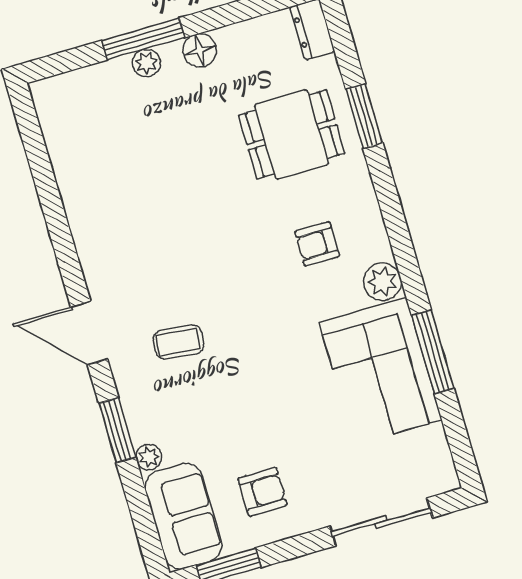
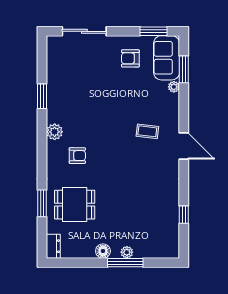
window: (45, 182) -> (184, 215), added
window: (433, 352) -> (42, 96), width x0.69
corner sofa: (381, 371) -> (66, 95), removed
window: (117, 430) -> (184, 69), moved

